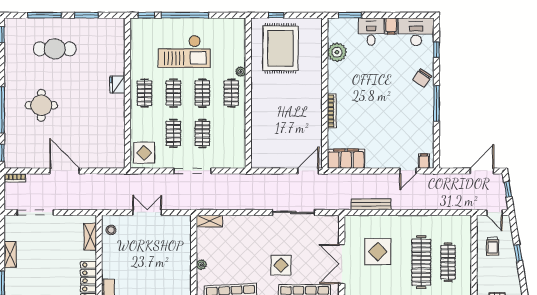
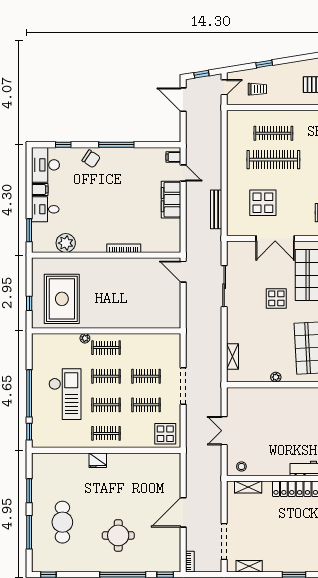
rug: (281, 48) -> (62, 299), turned 90
filing cabinet: (346, 159) -> (171, 200), moved
shelving: (209, 221) -> (233, 356), moved
shelving: (10, 255) -> (249, 566), moved

